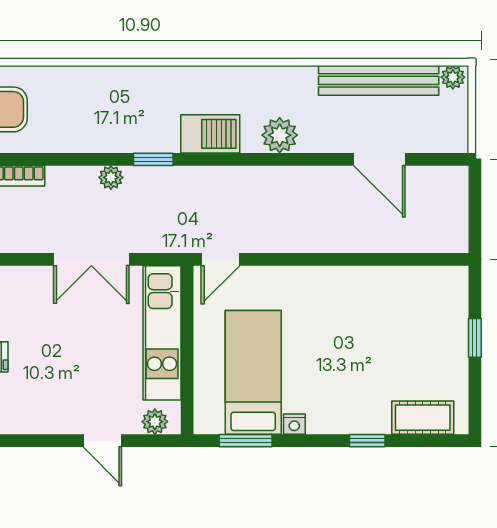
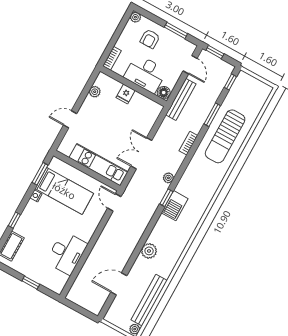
barbecue: (210, 134) -> (175, 206), moved
desk: (375, 299) -> (67, 253), added
plant: (155, 422) -> (95, 92), moved

